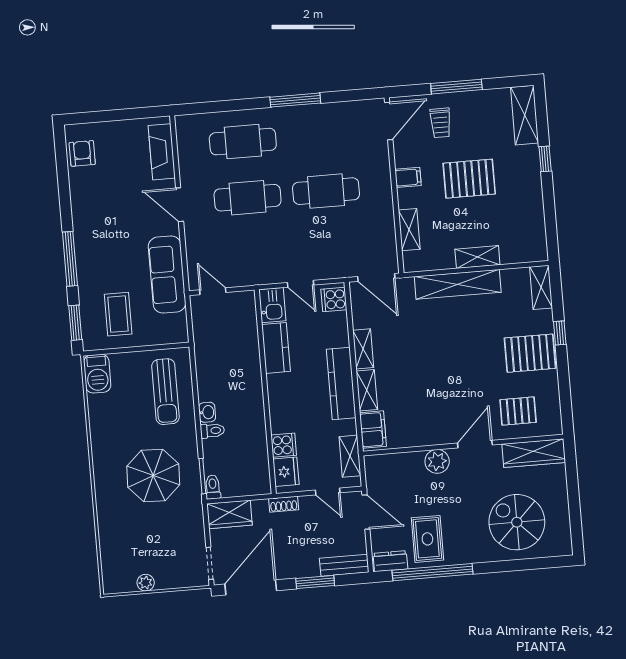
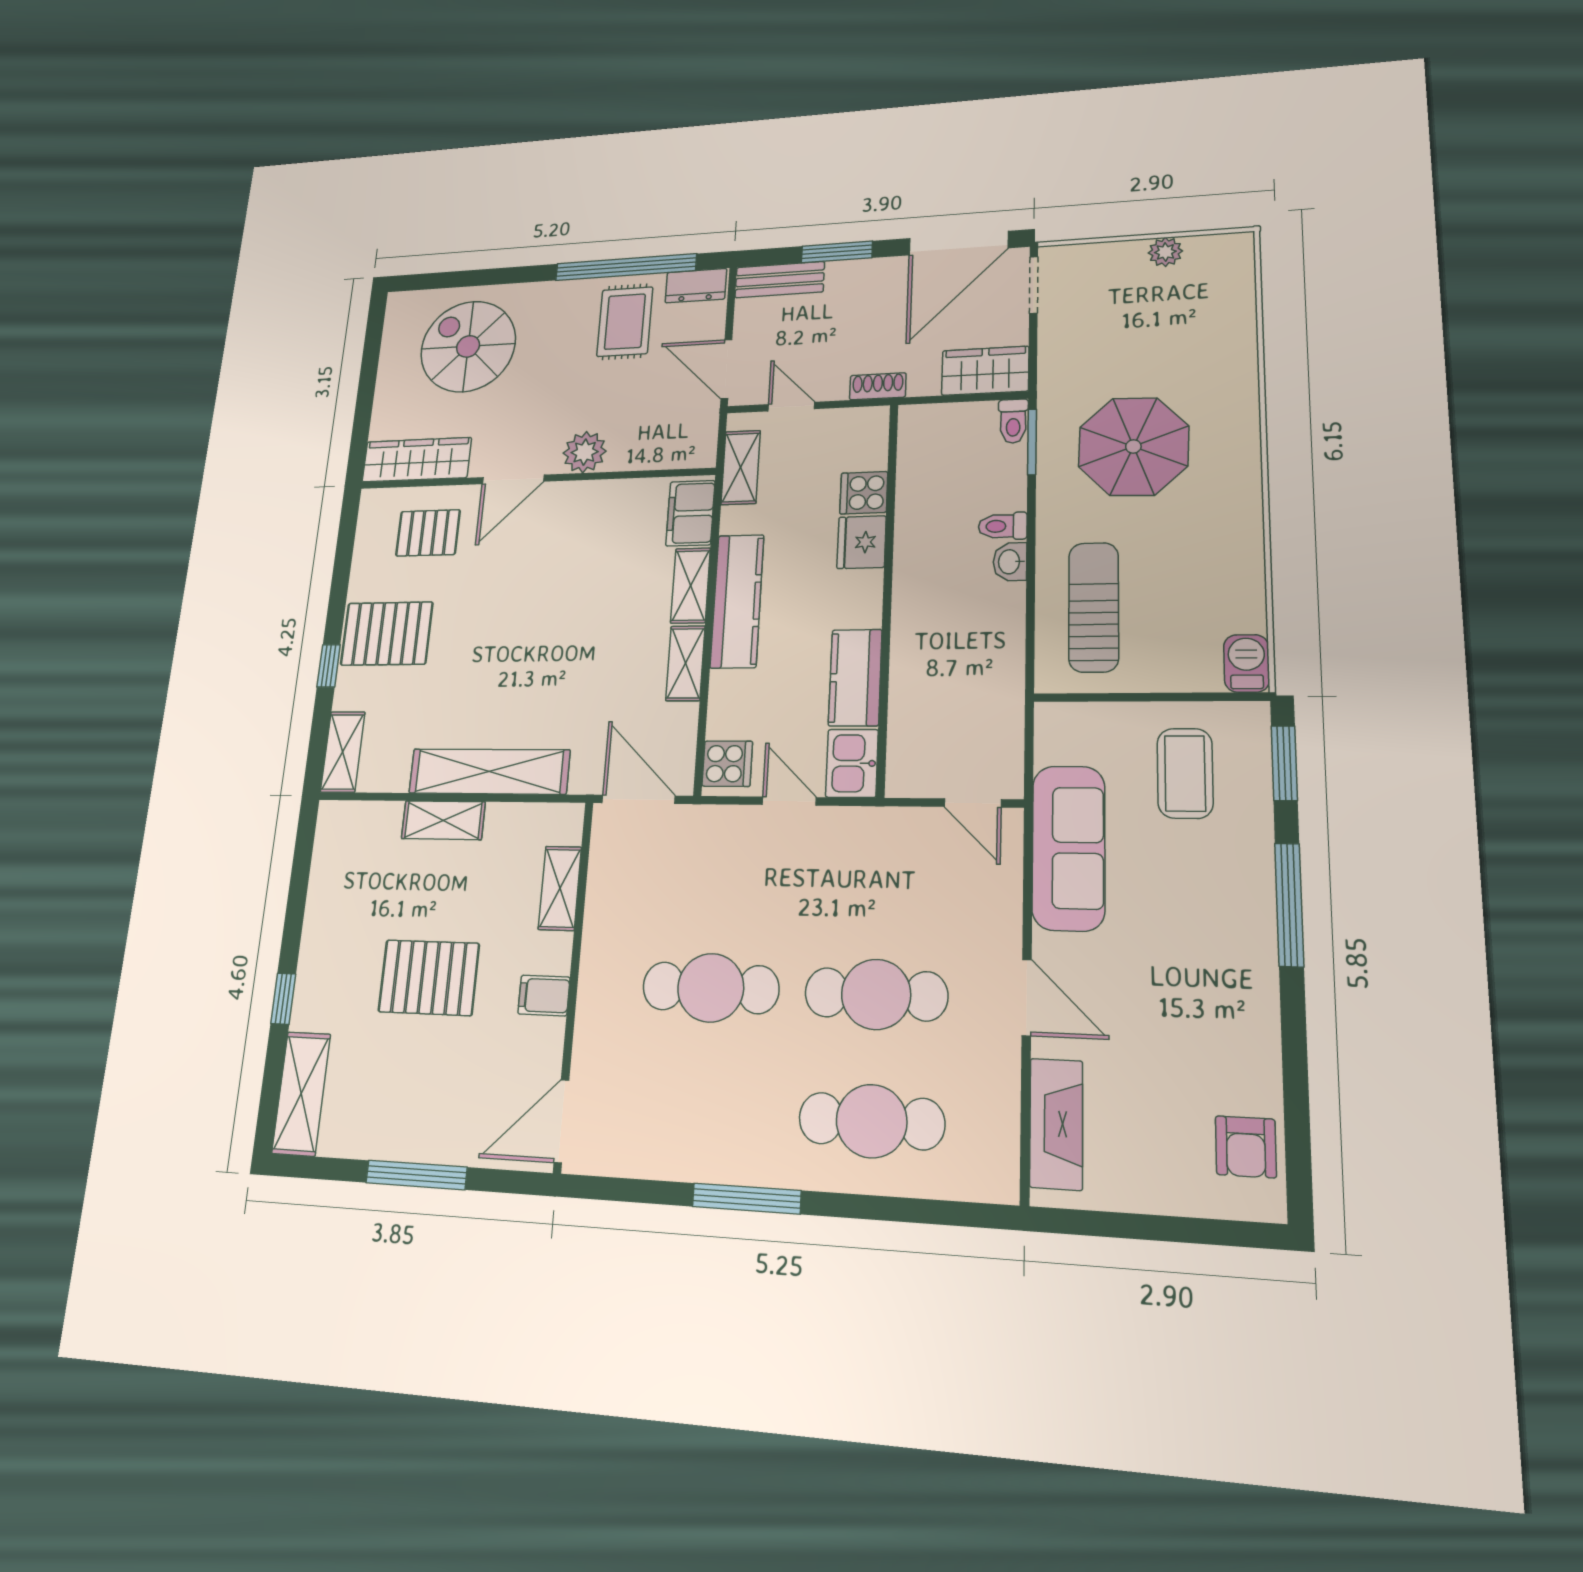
trolley: (441, 123) -> (461, 1102), removed
barbecue: (97, 374) -> (1247, 663), width x0.73, depth x0.79
fridge: (286, 472) -> (862, 542), moved
spiral stairs: (517, 522) -> (468, 346), turned 180

